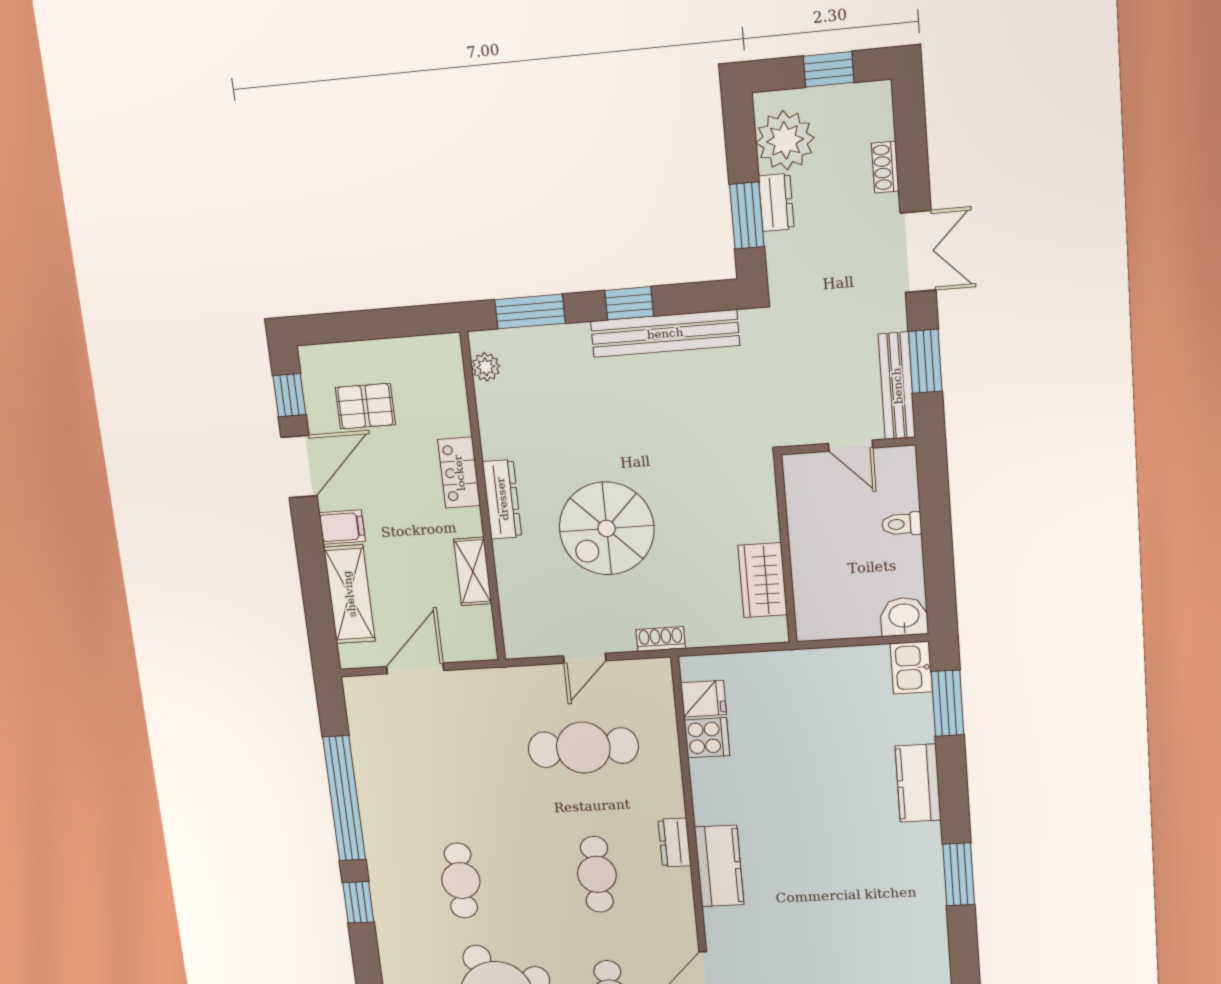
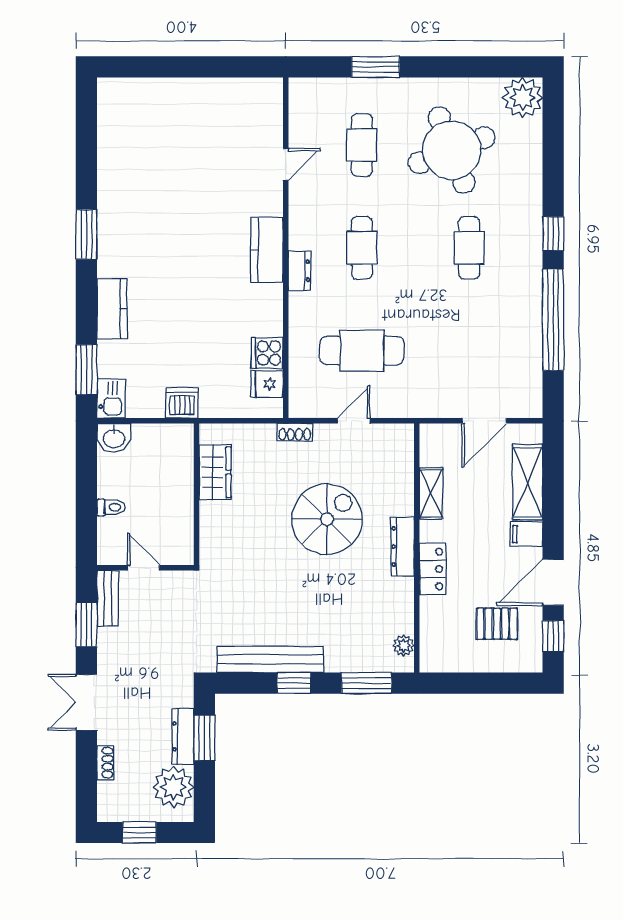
dresser: (776, 202) -> (183, 736), width x1.44
bench: (897, 386) -> (108, 598), width x0.73
dishwasher: (815, 667) -> (182, 403), added

